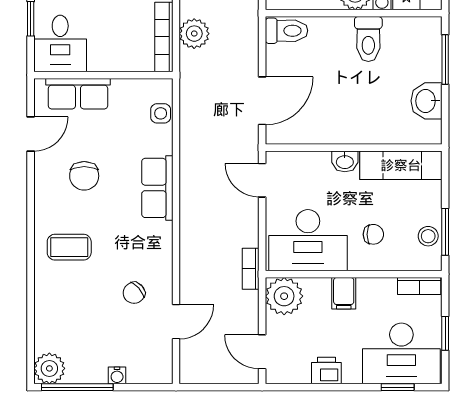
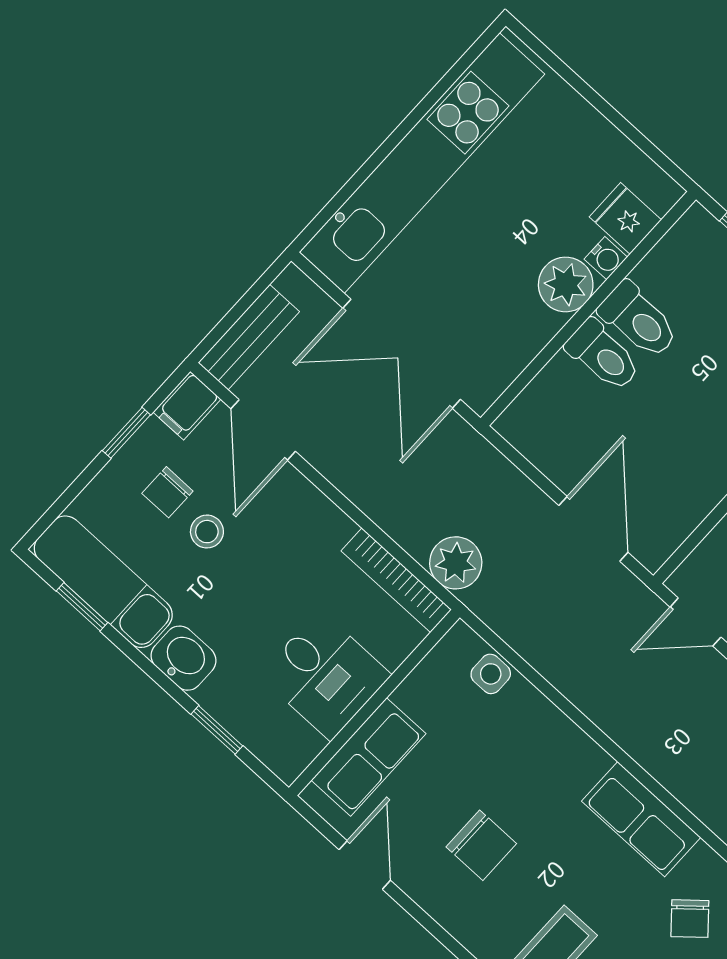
toilet: (287, 31) -> (603, 355), moved, turned 90
plant: (194, 34) -> (456, 563), moved
desk: (60, 43) -> (325, 675), moved
row of seats: (157, 188) -> (641, 819), moved

